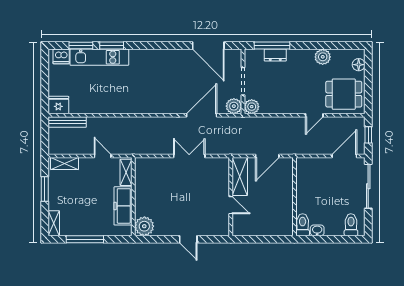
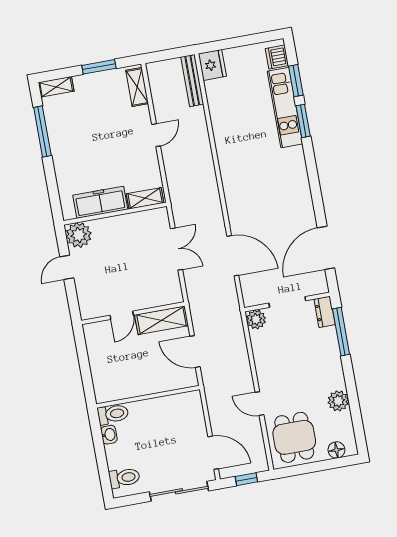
dresser: (275, 55) -> (325, 312), moved
plant: (234, 106) -> (252, 296), removed
shelving: (126, 172) -> (145, 198), moved
wall: (133, 197) -> (115, 214), moved
freezer: (123, 206) -> (100, 202), moved
plant: (144, 226) -> (79, 235), moved

